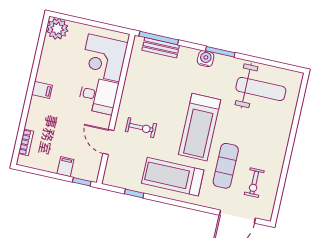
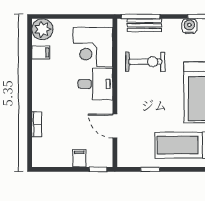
filing cabinet: (42, 90) -> (41, 52), moved
exercise bike: (141, 128) -> (145, 62), moved, width x1.38, depth x1.39
bookcase: (26, 142) -> (37, 124), moved

